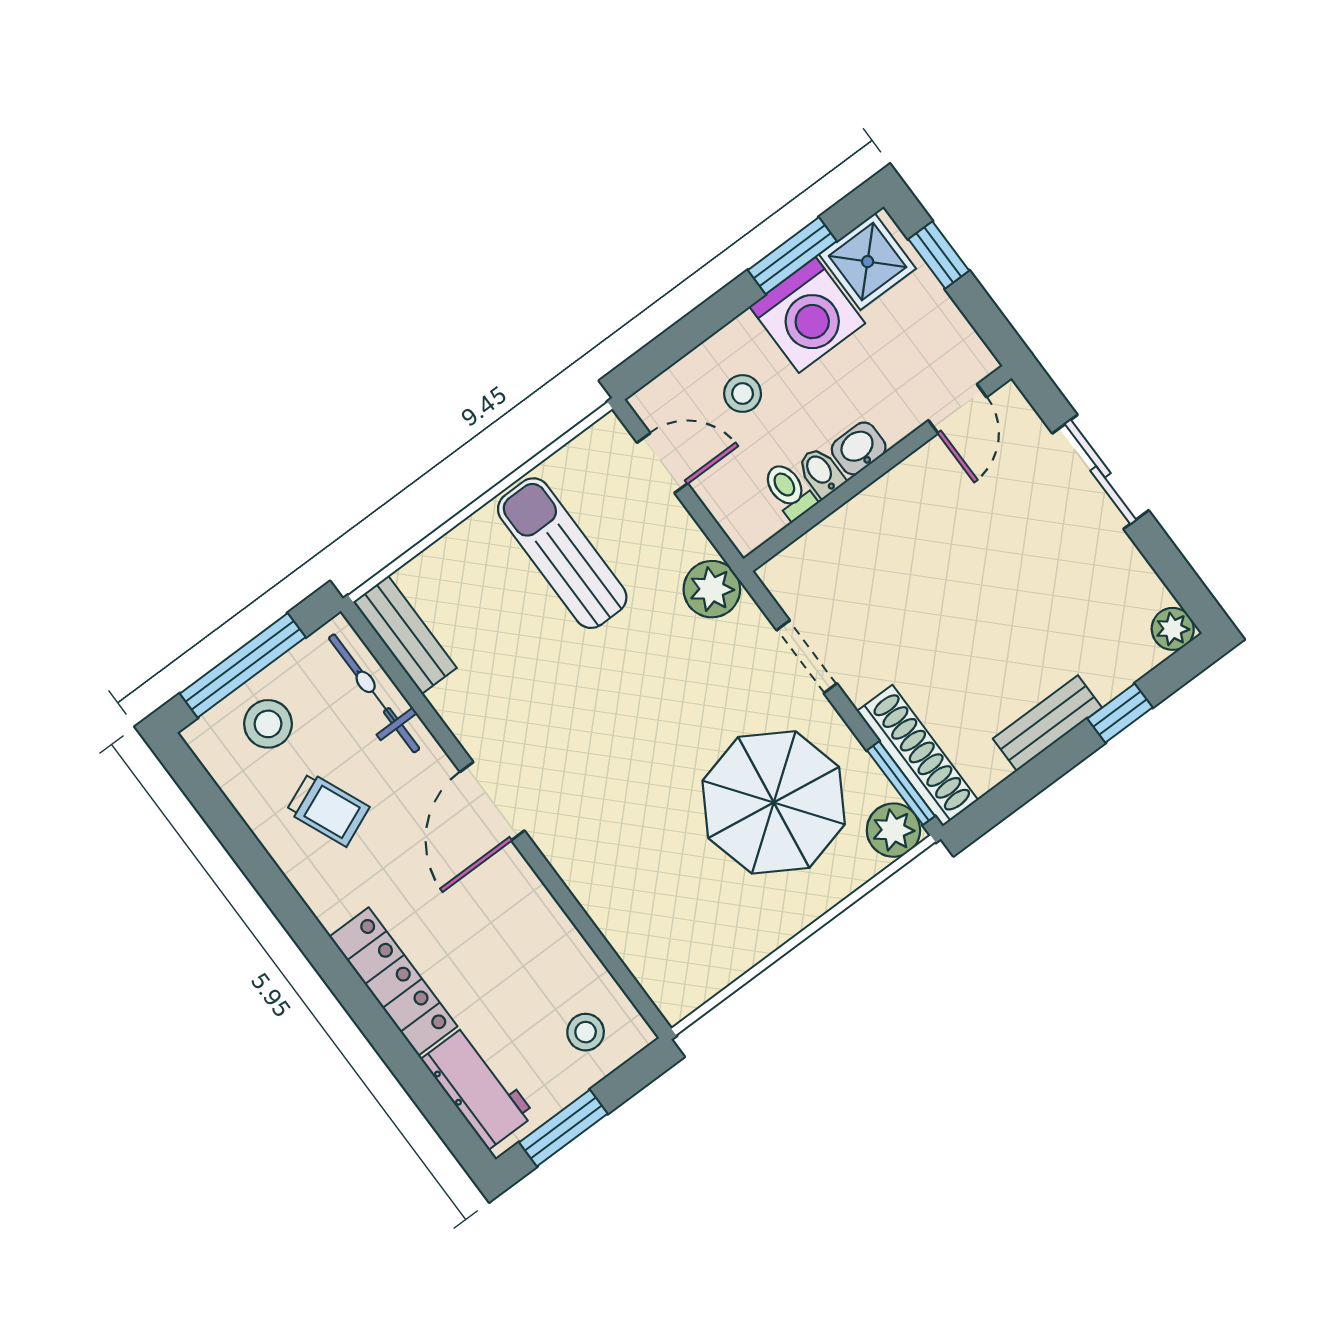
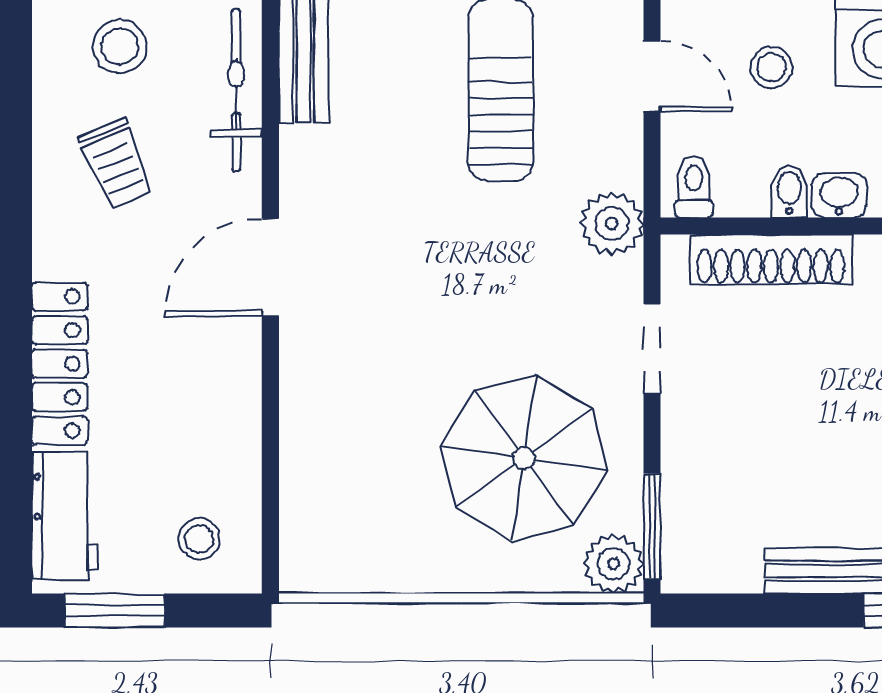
toilet: (789, 491) -> (694, 187), moved
shoe rack: (917, 756) -> (771, 260), moved, turned 90

